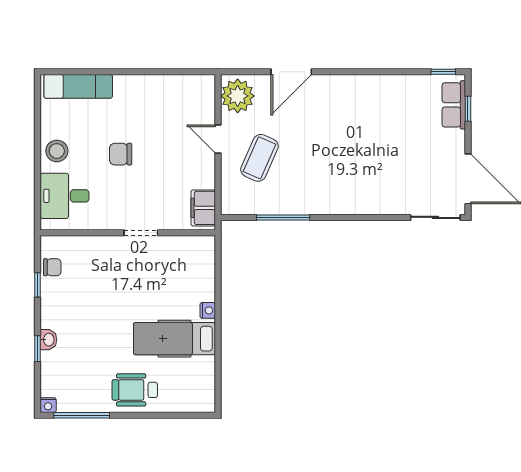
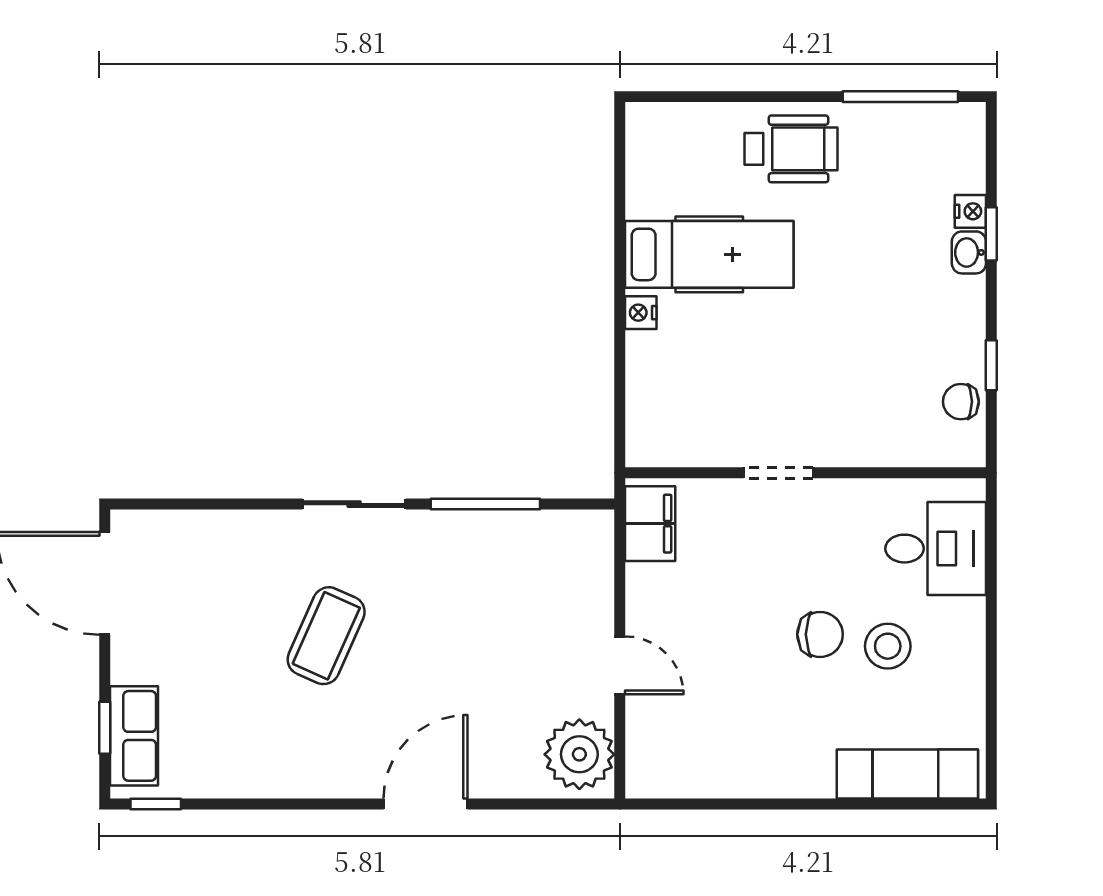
door: (291, 72) -> (426, 804), moved
stool: (57, 151) -> (888, 646), moved
coffee table: (259, 158) -> (326, 636), moved
sliding door: (435, 217) -> (354, 504), moved
nightstand: (48, 405) -> (970, 211), moved, turned 90

